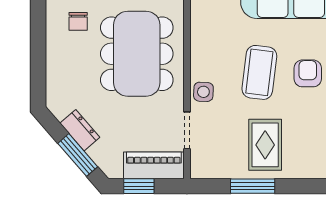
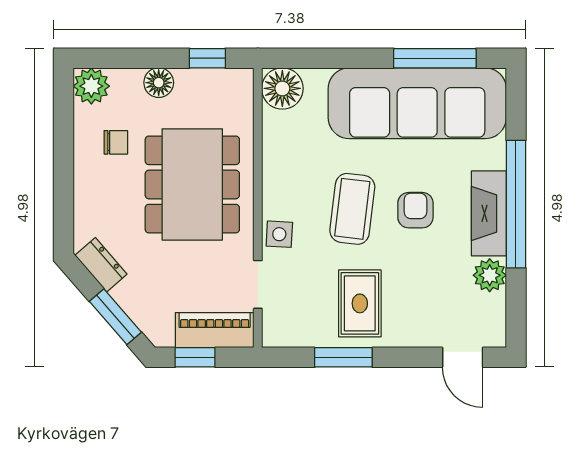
chair: (78, 21) -> (116, 142), turned -90
dresser: (80, 130) -> (101, 265), moved

